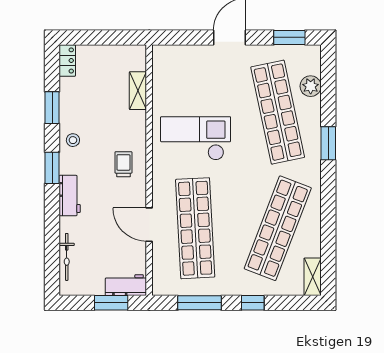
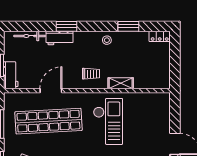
shelving: (138, 91) -> (121, 83), moved
window: (52, 168) -> (66, 26), moved
workbench: (70, 196) -> (60, 38), moved

